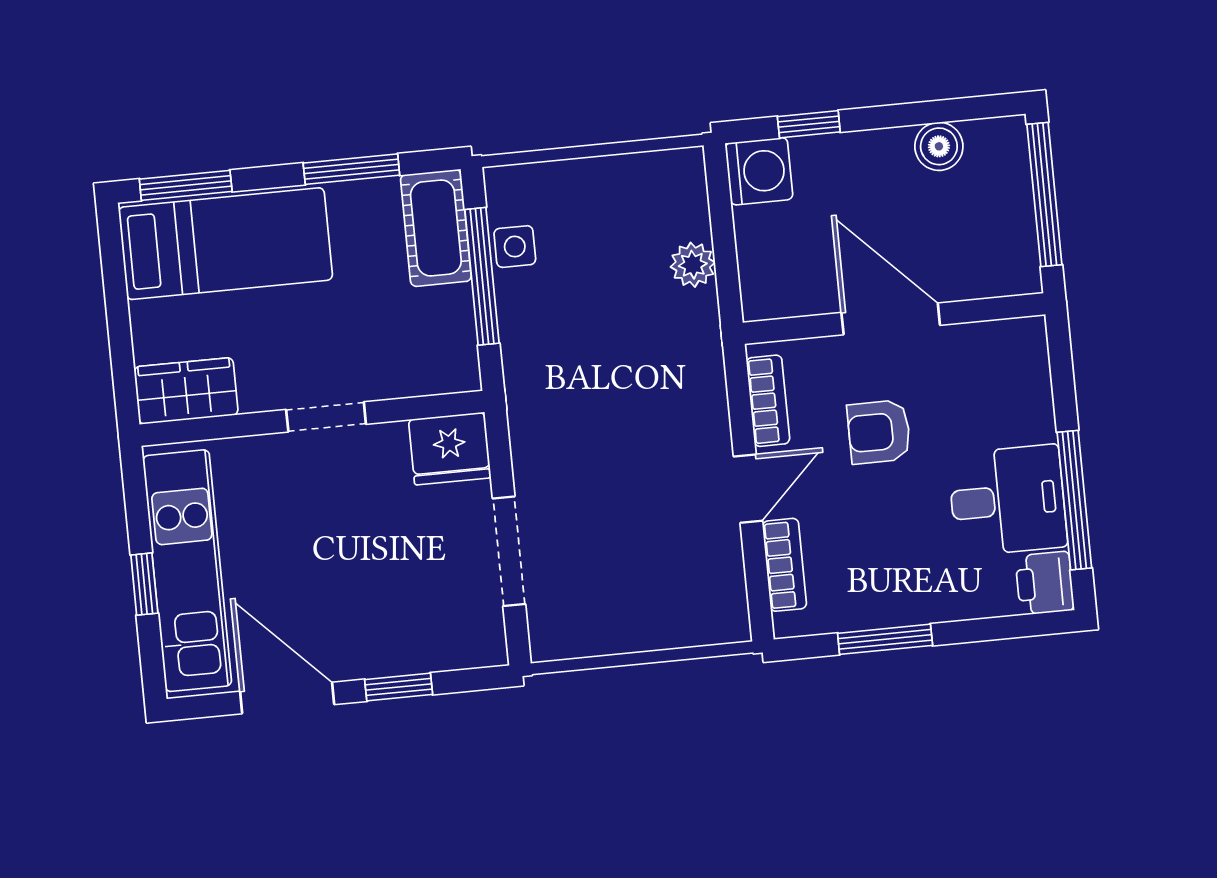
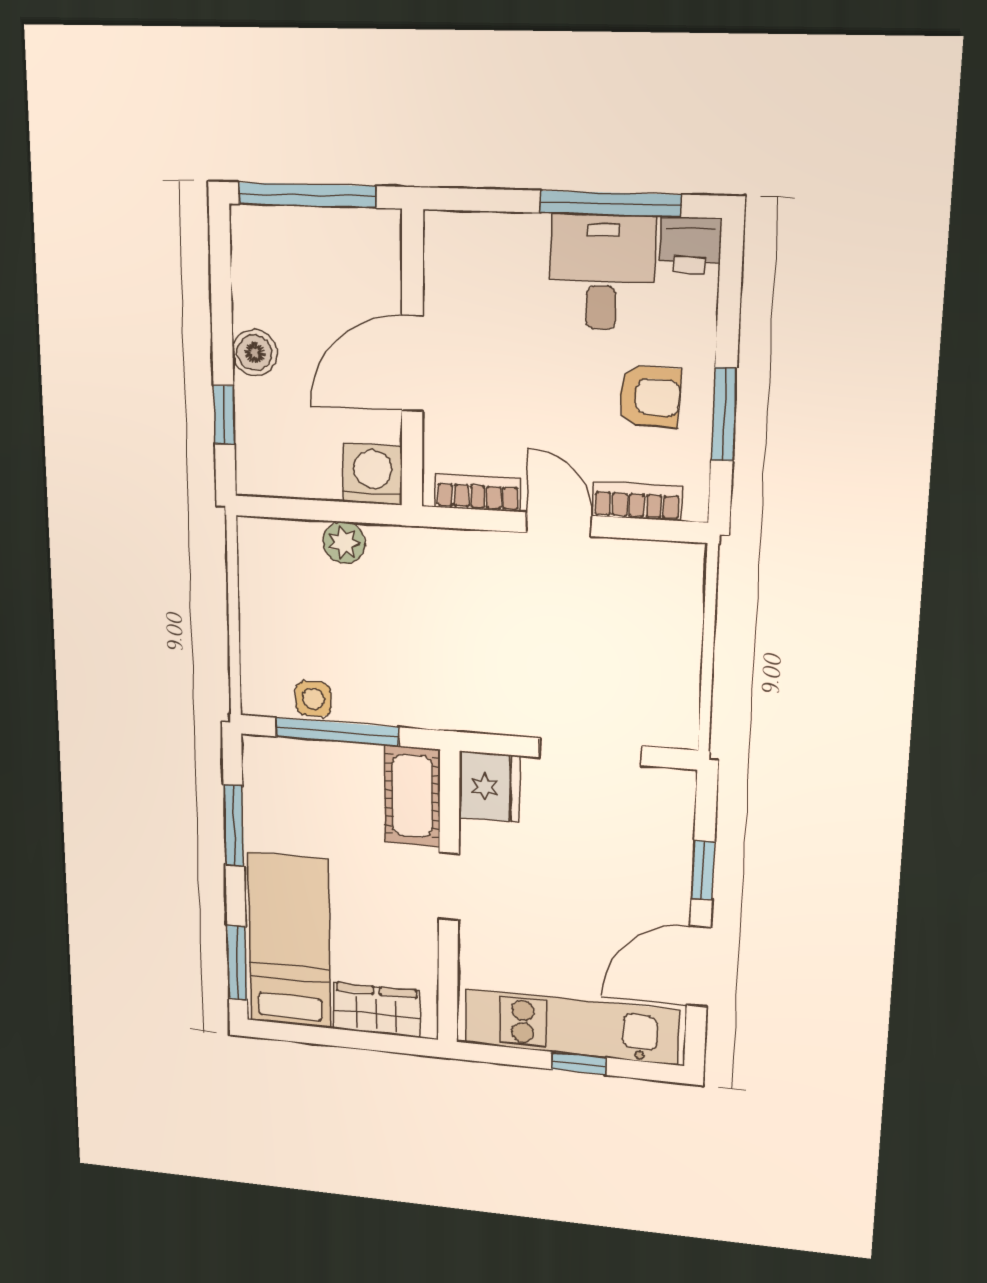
boiler: (939, 146) -> (255, 353), moved
washing machine: (759, 171) -> (373, 474), moved
cot: (436, 228) -> (412, 796), moved, turned 90
wardrobe: (186, 391) -> (377, 1010), moved, turned 90
armchair: (879, 432) -> (649, 397), moved, turned -88

